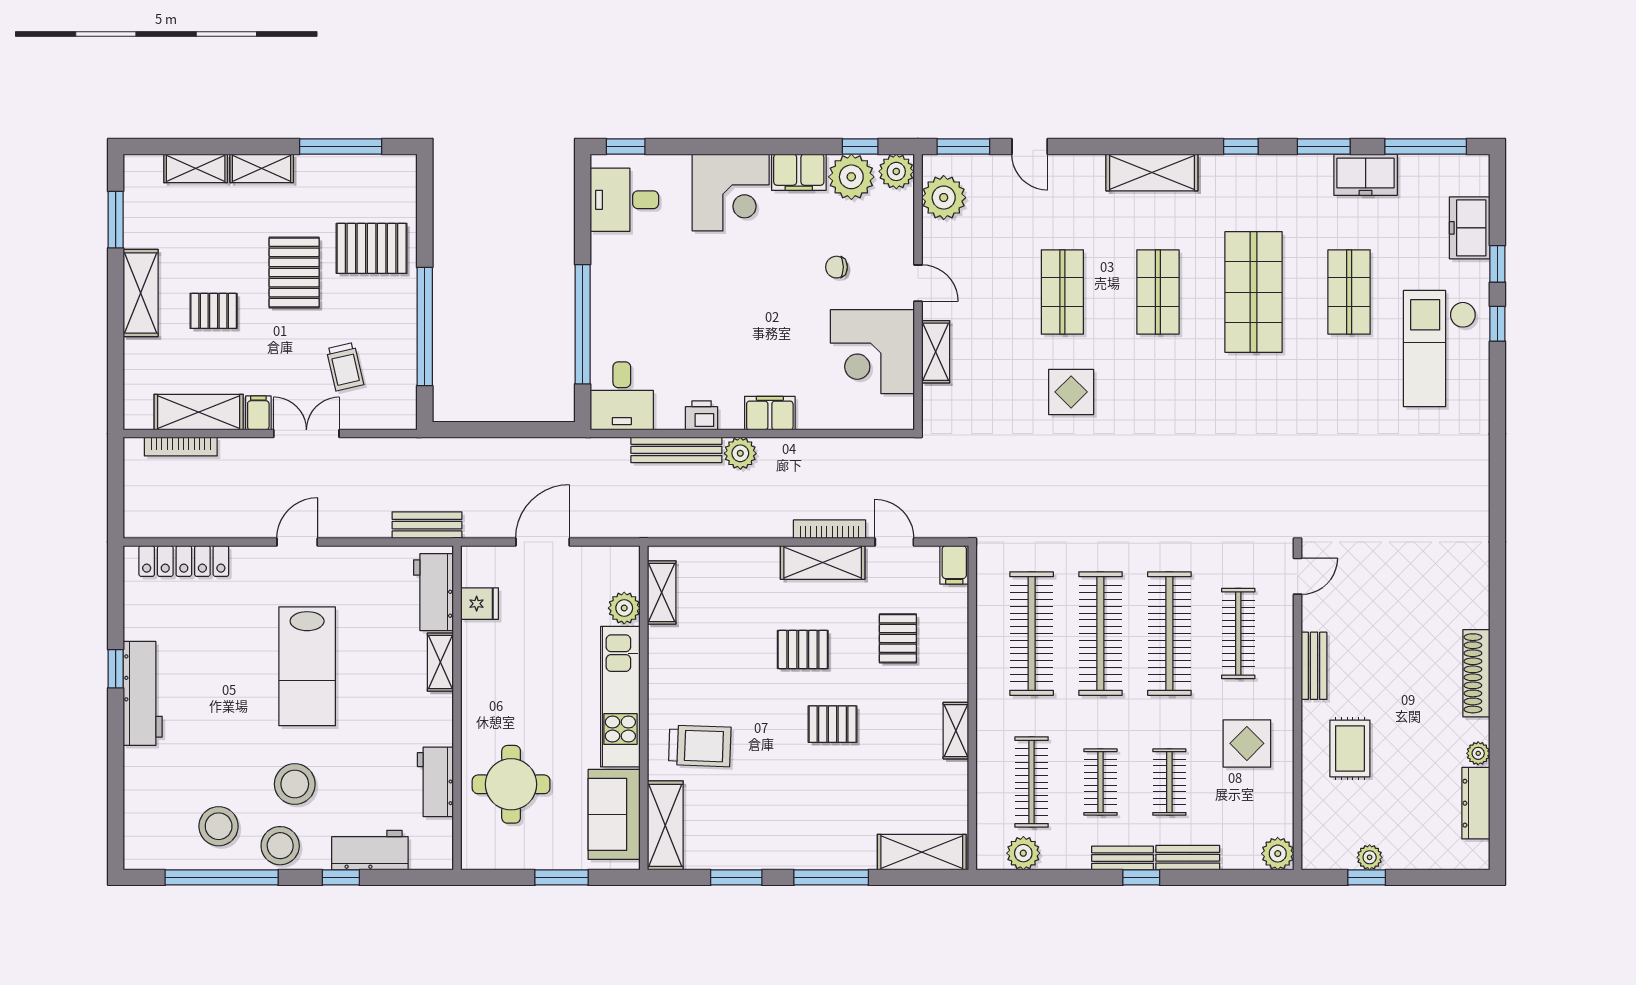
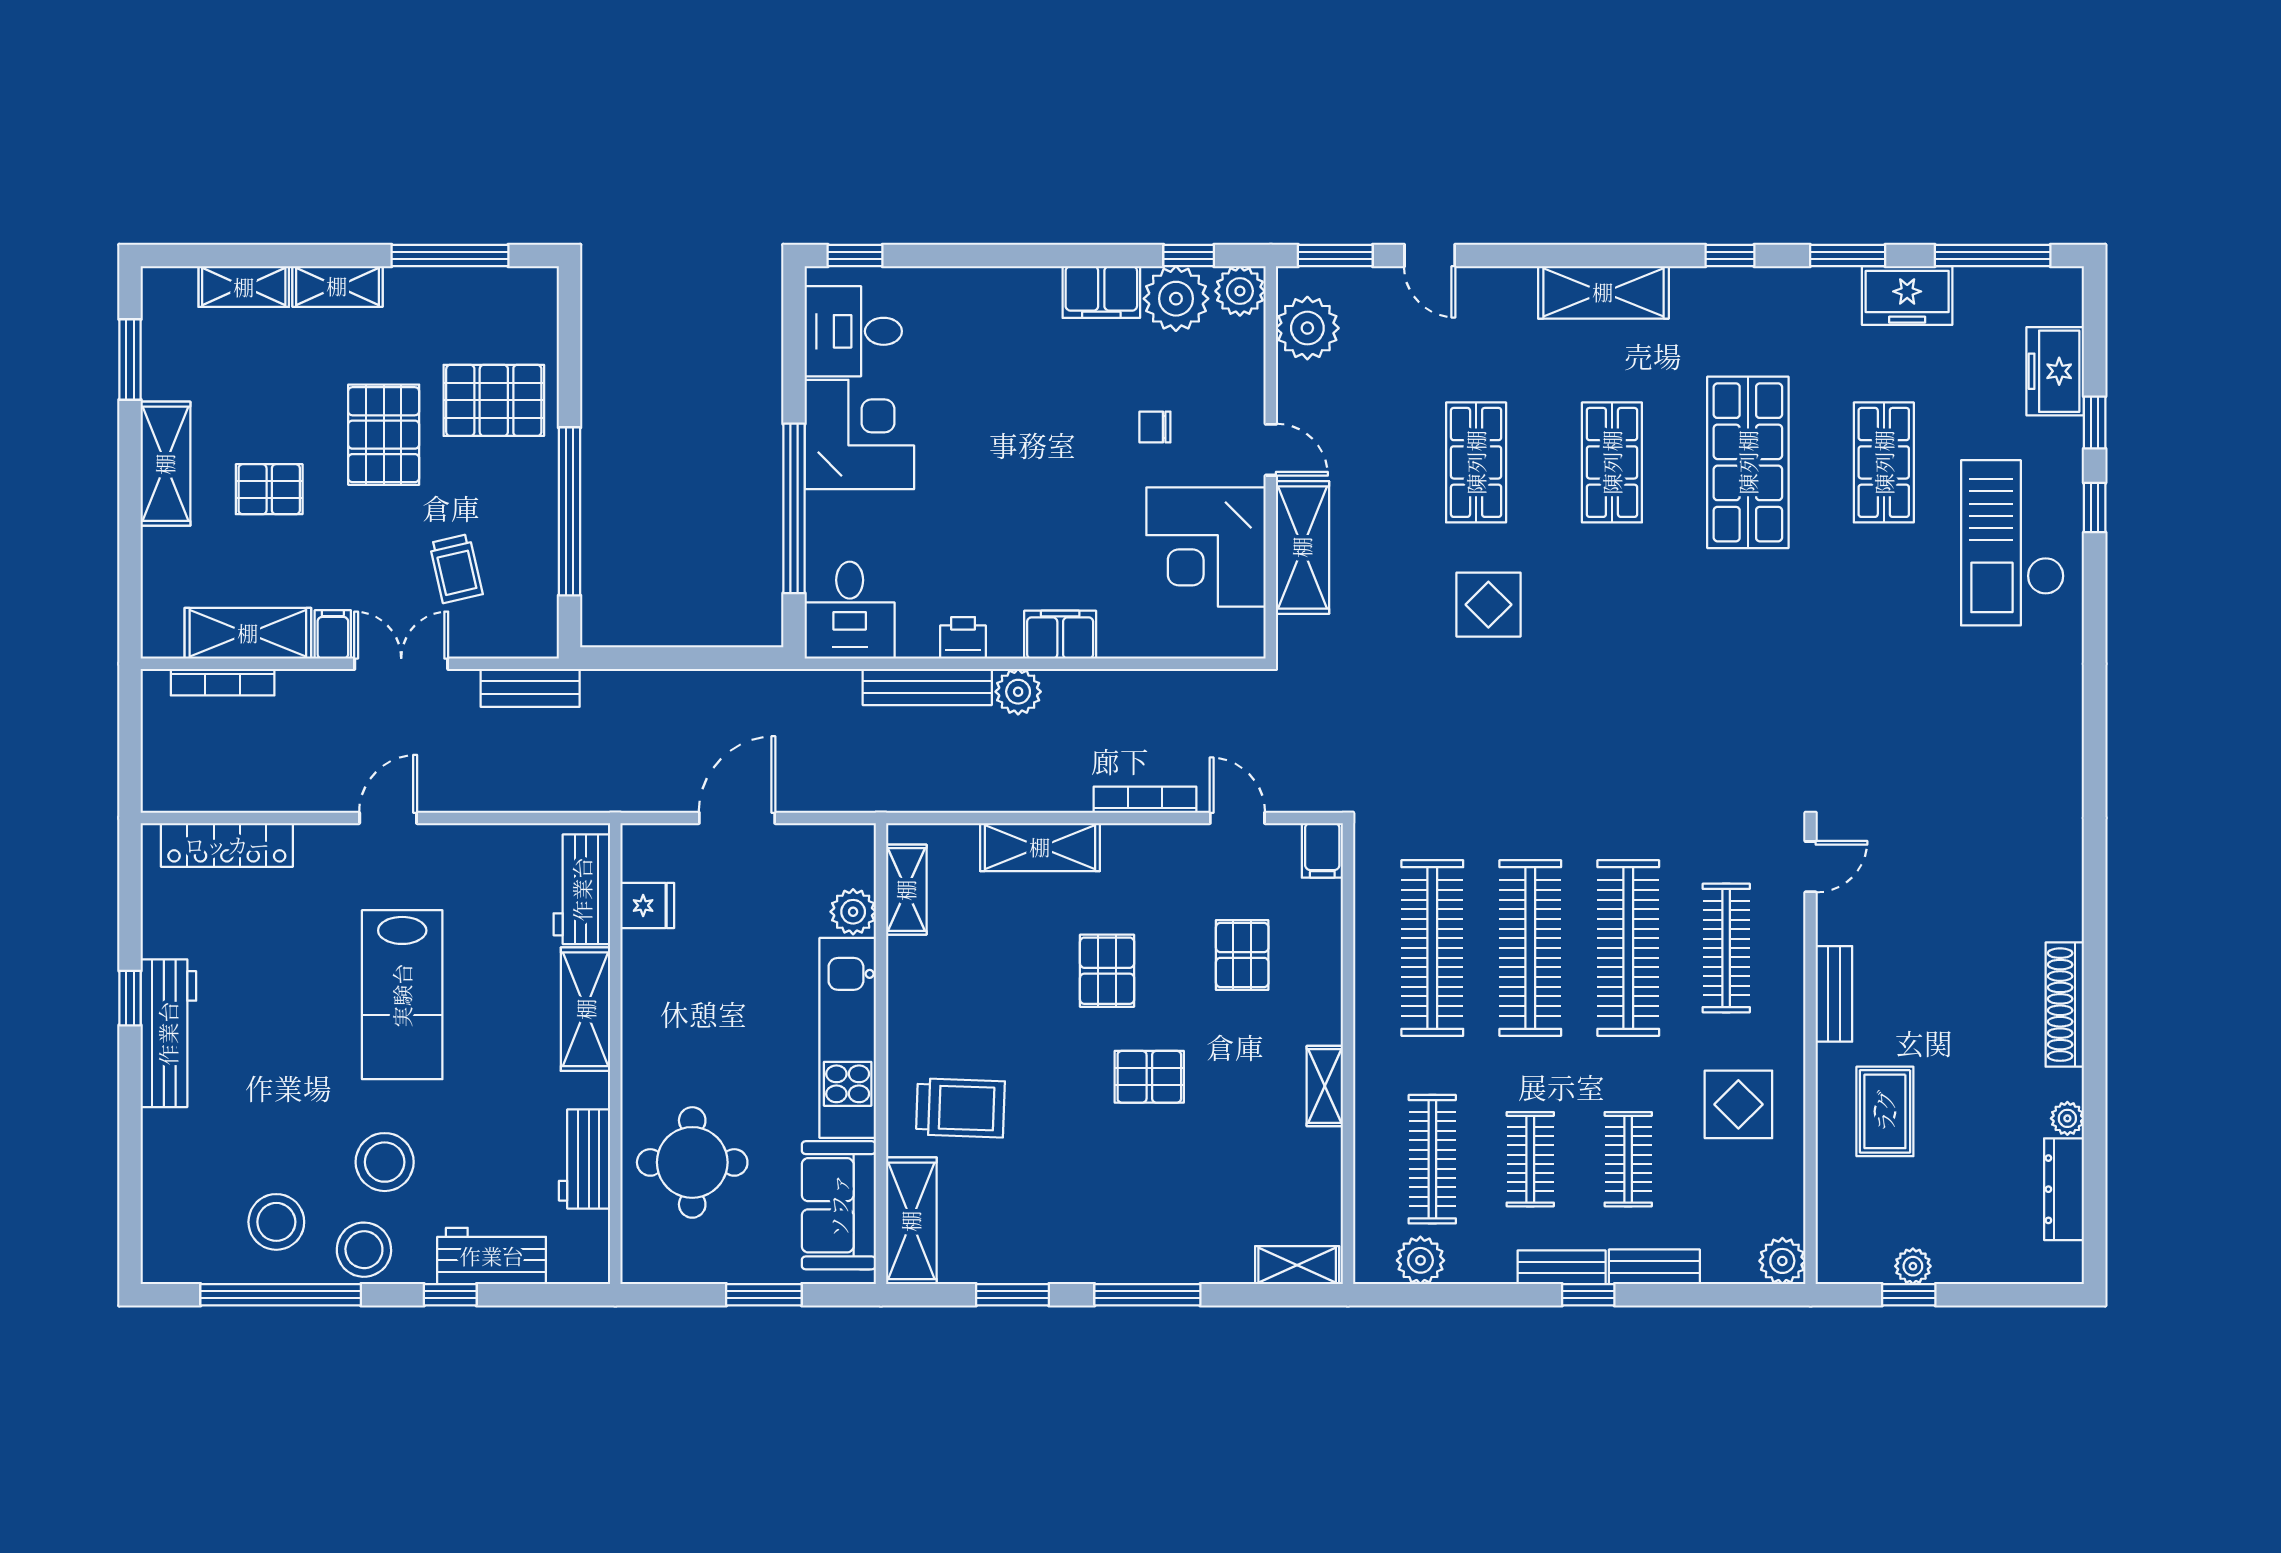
corner desk: (731, 192) -> (859, 434), moved, turned -90
shelving: (936, 352) -> (1302, 547), width x1.50, depth x1.33
bench: (427, 525) -> (530, 688), moved
shelving: (823, 563) -> (1040, 847), moved
pallet: (803, 649) -> (1107, 971), turned 90
shelving: (440, 662) -> (586, 1009), width x1.50, depth x1.33
shelving: (922, 852) -> (1297, 1265), width x0.67, depth x0.75

